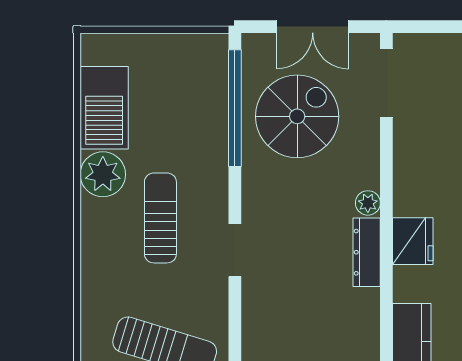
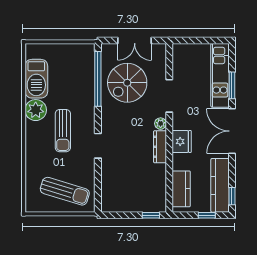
doorway: (386, 83) -> (169, 96), moved
spiral stairs: (297, 116) -> (127, 83), turned 180
sun lounger: (160, 218) -> (63, 131), turned 180

